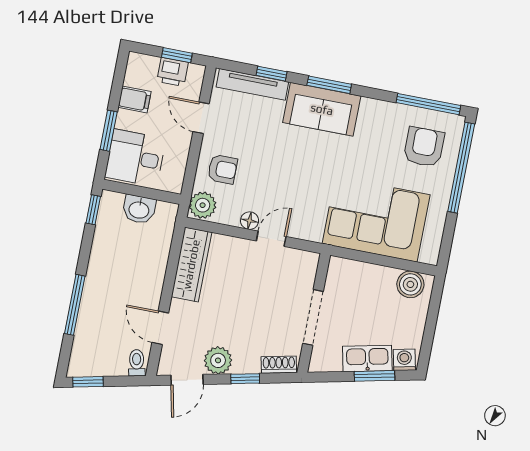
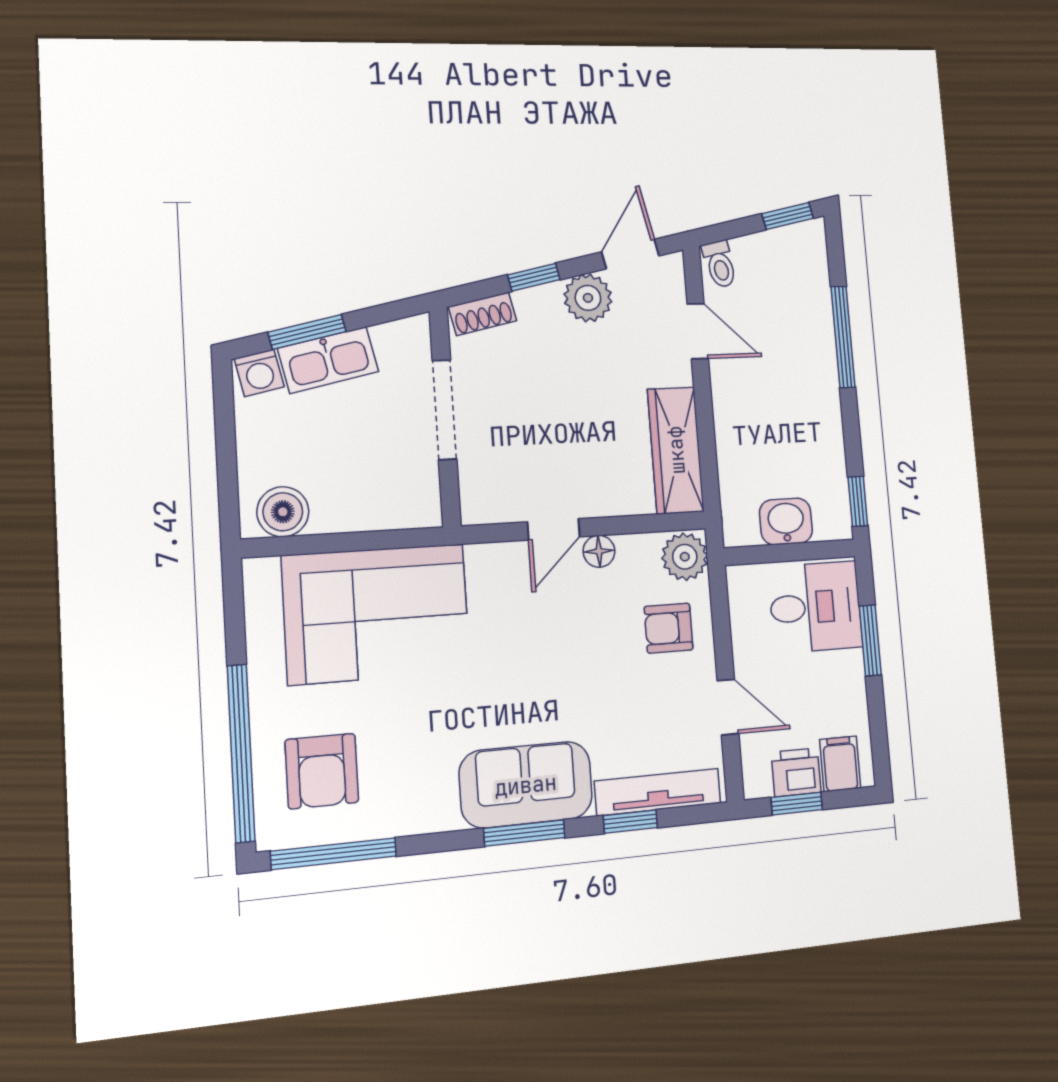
filing cabinet: (135, 99) -> (840, 764), moved, turned 90

